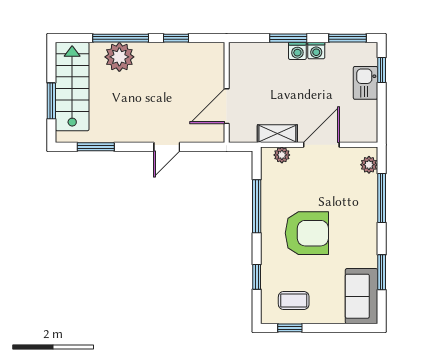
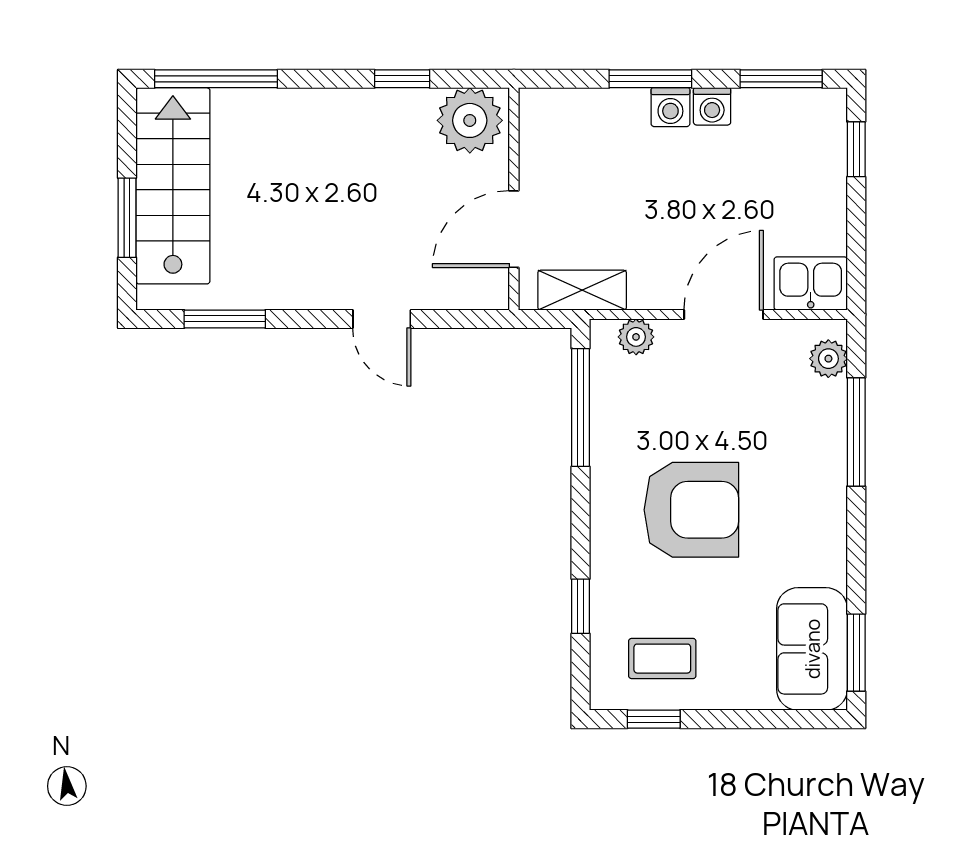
window: (121, 38) -> (216, 79), moved
plant: (119, 57) -> (470, 120), moved
kitchen sink: (365, 83) -> (811, 283), moved, turned 90
shelving: (277, 134) -> (582, 290), moved
door: (167, 147) -> (382, 319), hinge flipped
window: (257, 206) -> (581, 407), moved
window: (382, 272) -> (856, 653), moved

